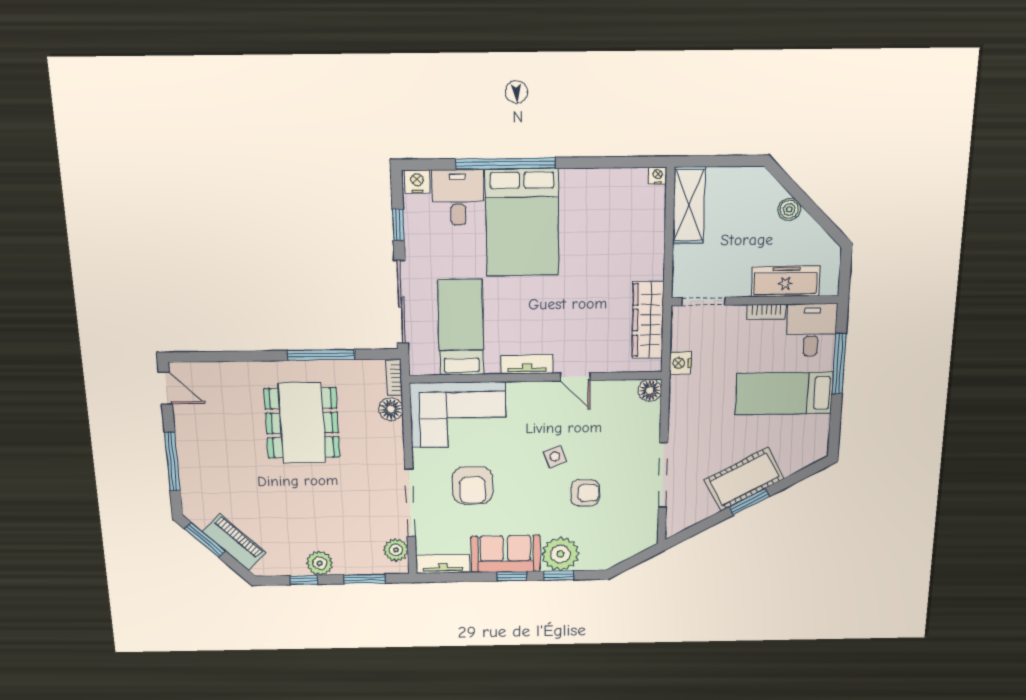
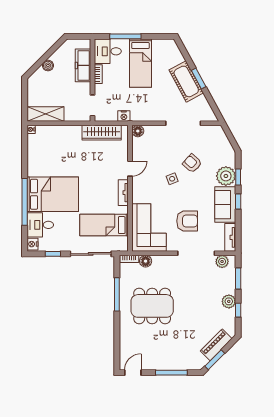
armchair: (585, 493) -> (192, 163), turned -48

